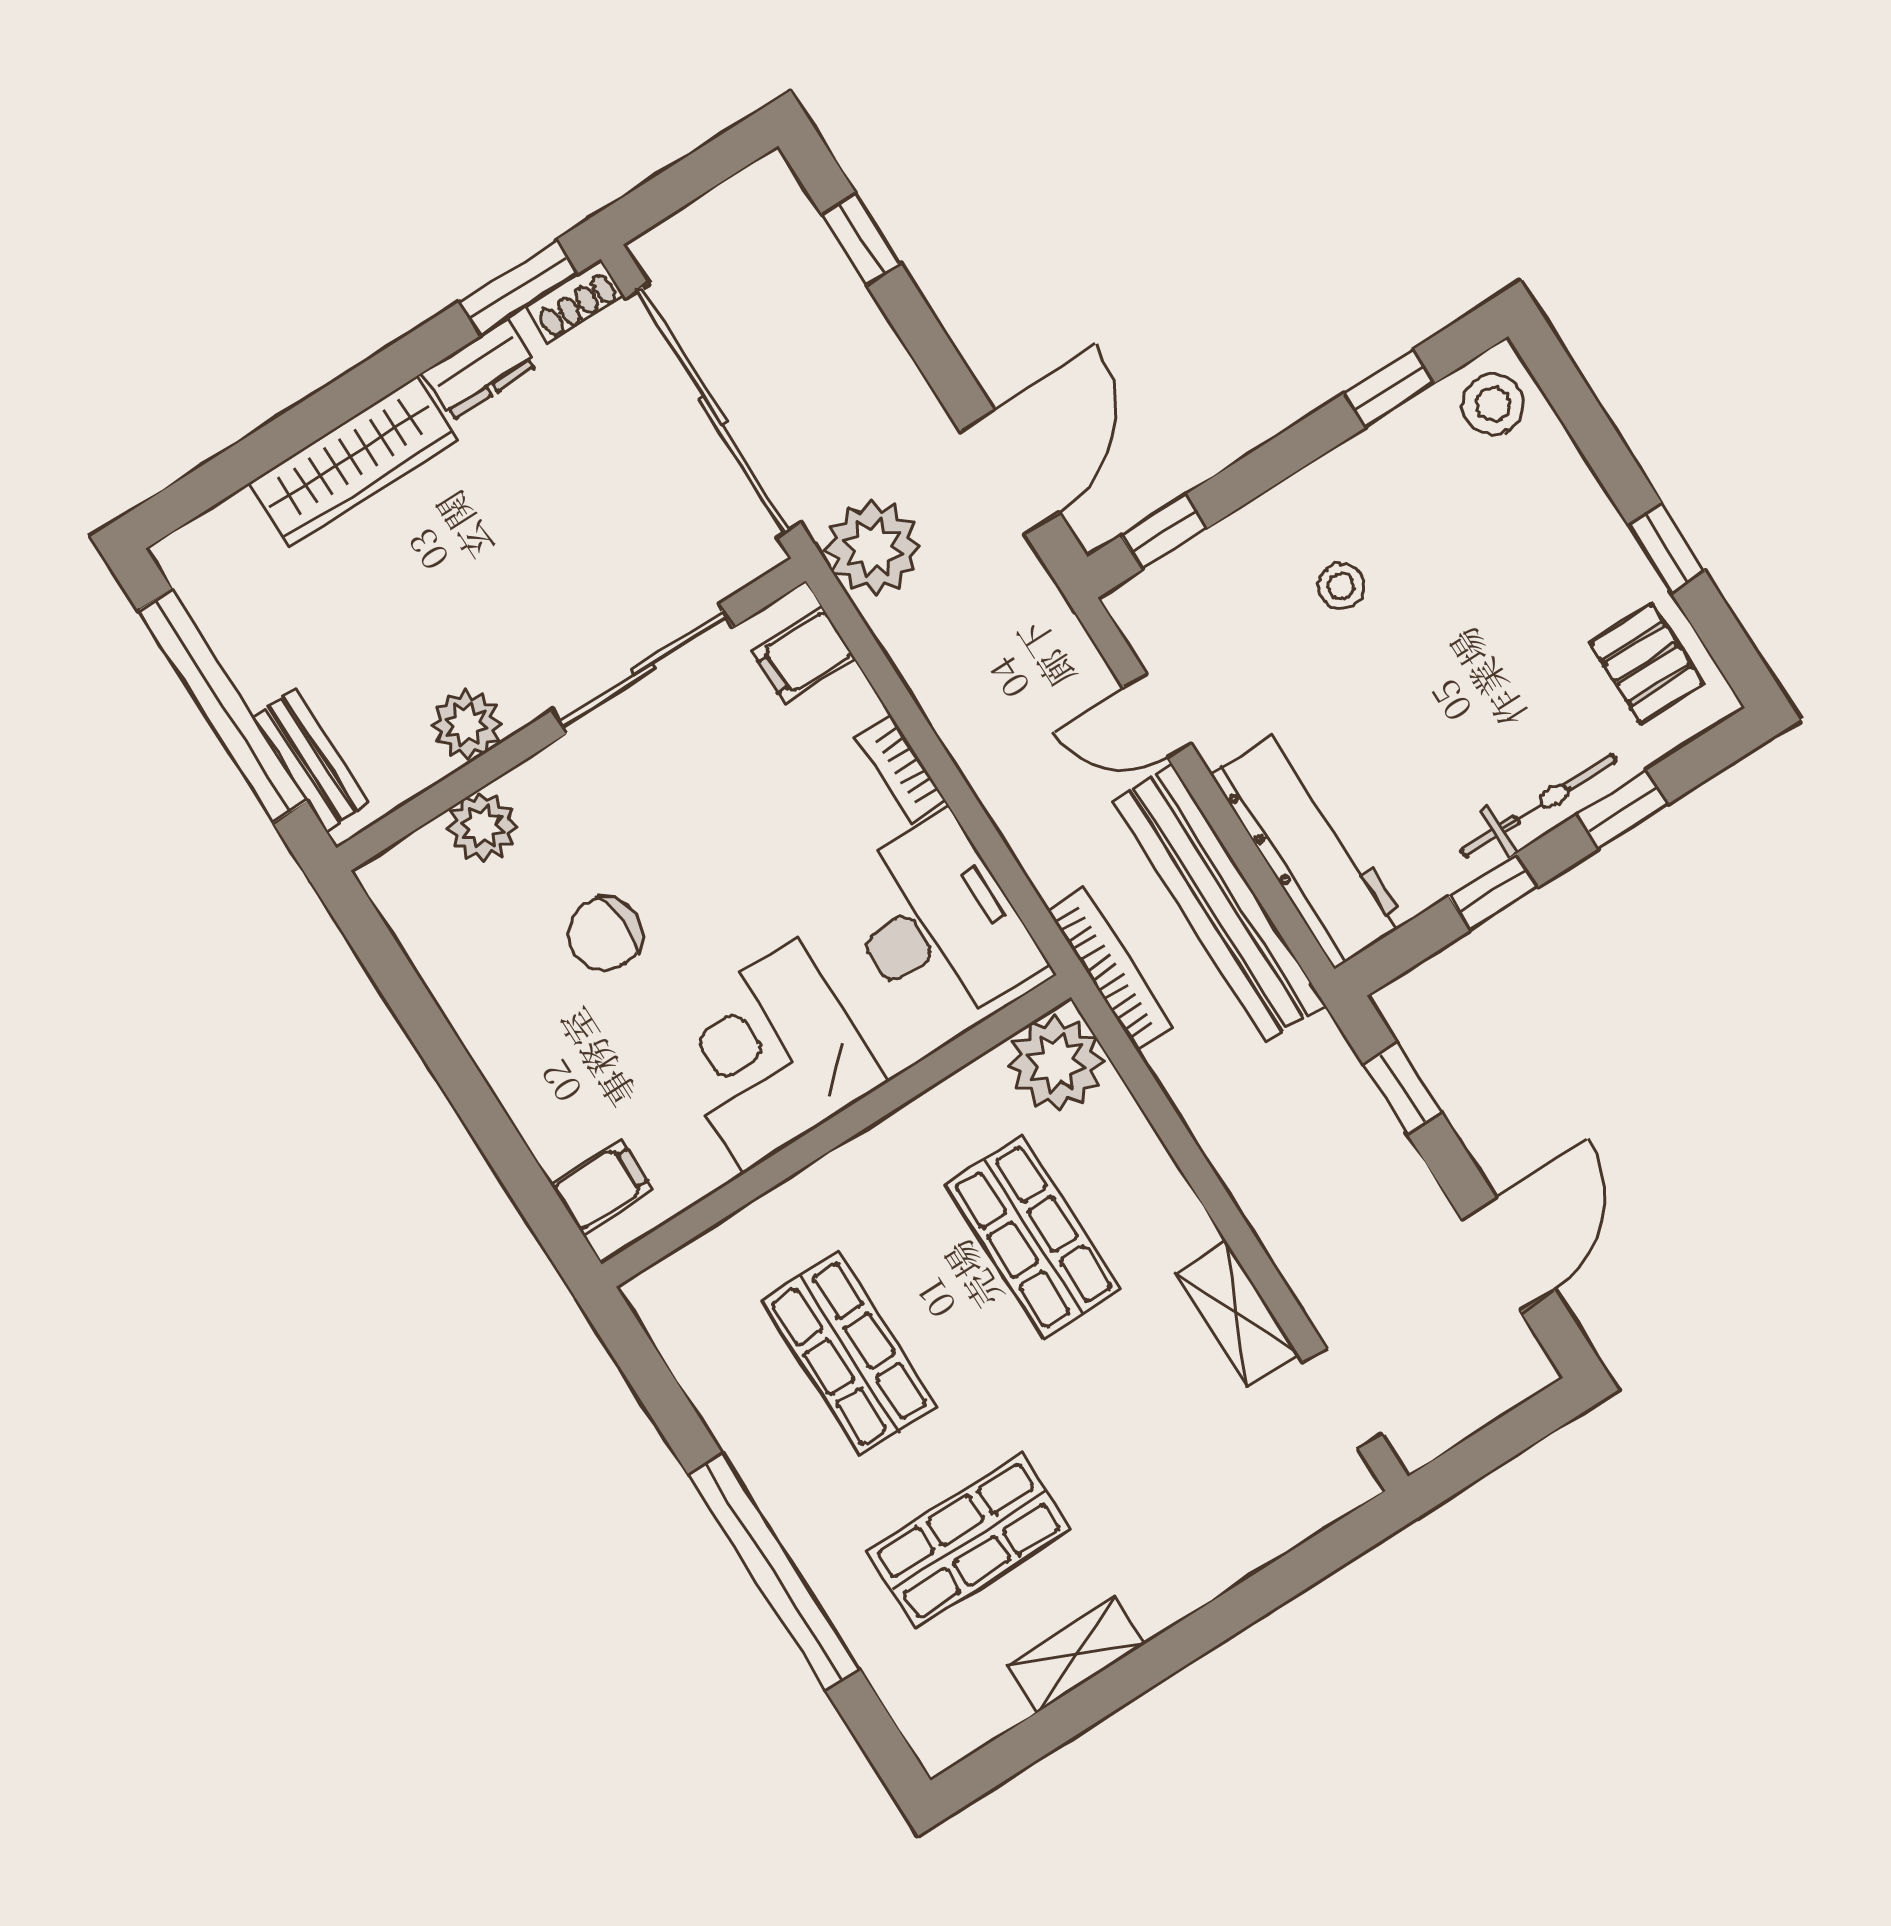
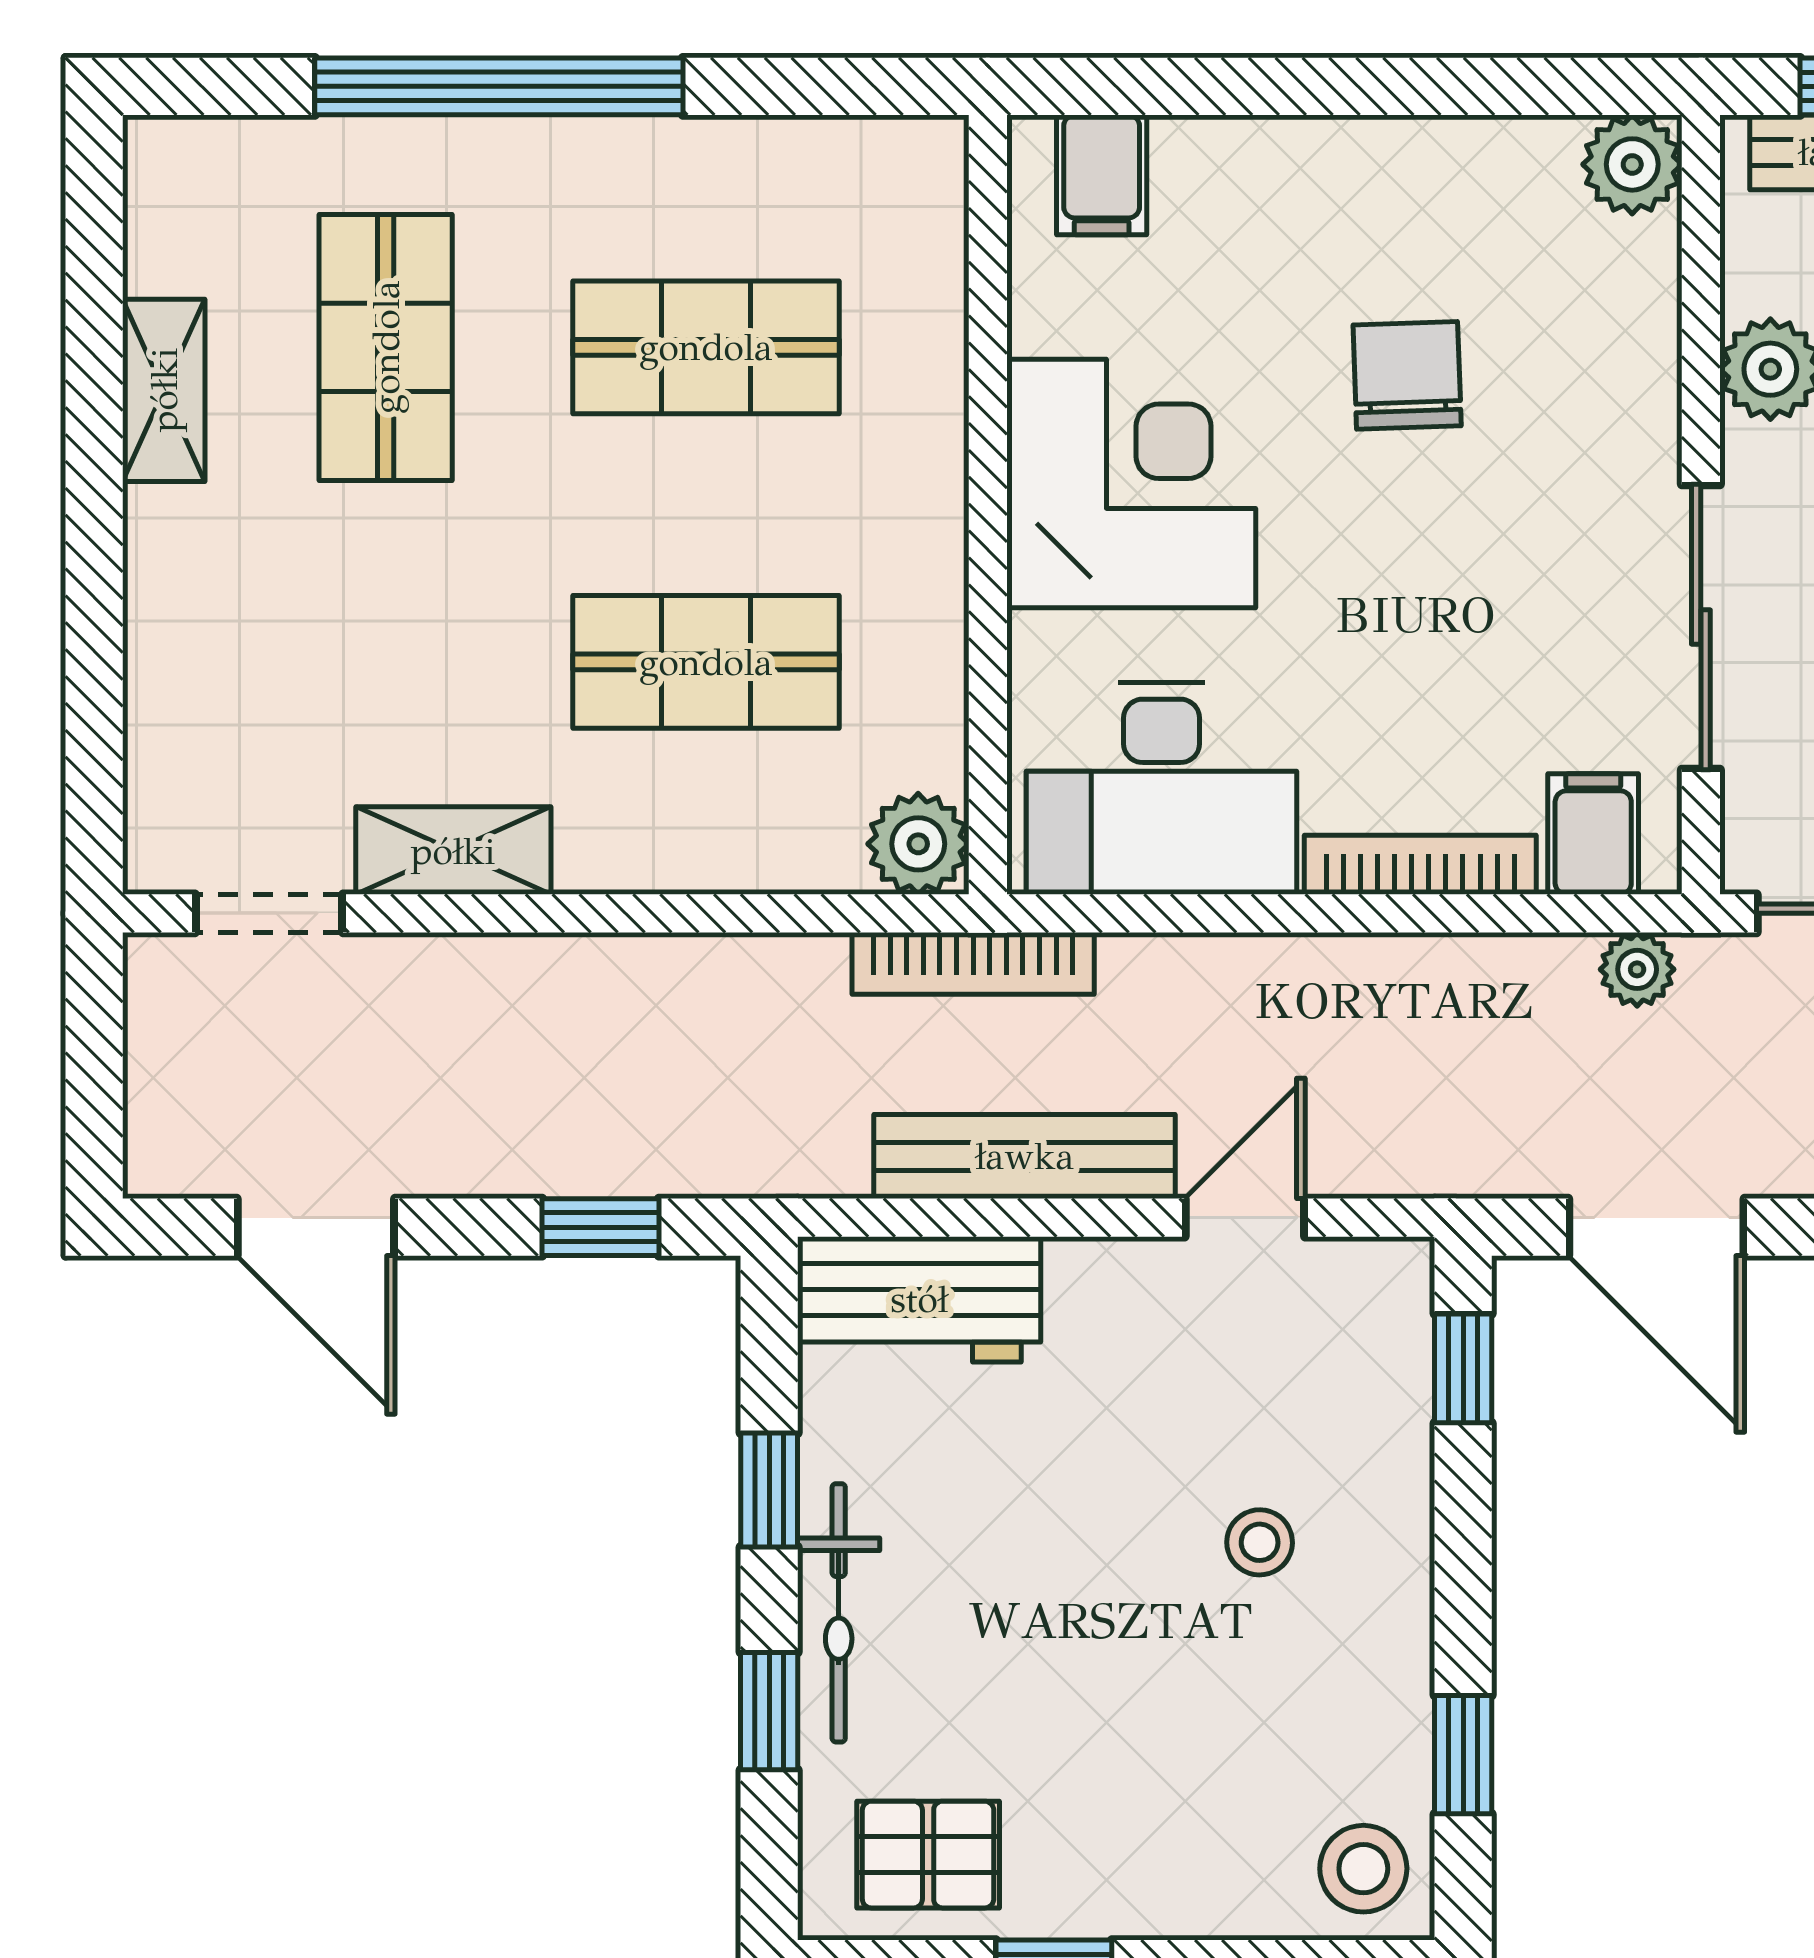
plant: (873, 548) -> (1637, 969), width x0.53, depth x0.53
bookcase: (901, 769) -> (1420, 865), width x1.56
plant: (482, 827) -> (1632, 164), moved
workbench: (1309, 849) -> (919, 1299), width x0.73
bench: (1219, 902) -> (1025, 1156), width x0.73, depth x0.82
plant: (1056, 1063) -> (918, 844), width x0.73, depth x0.73

